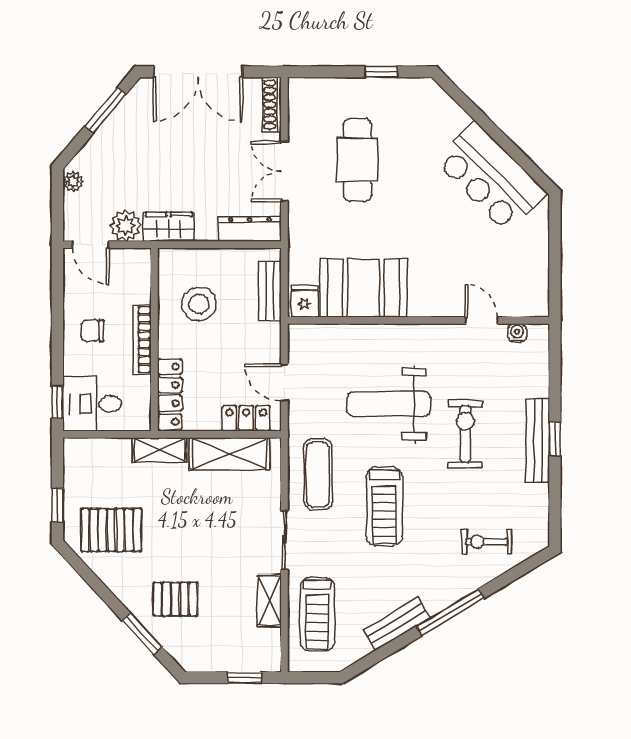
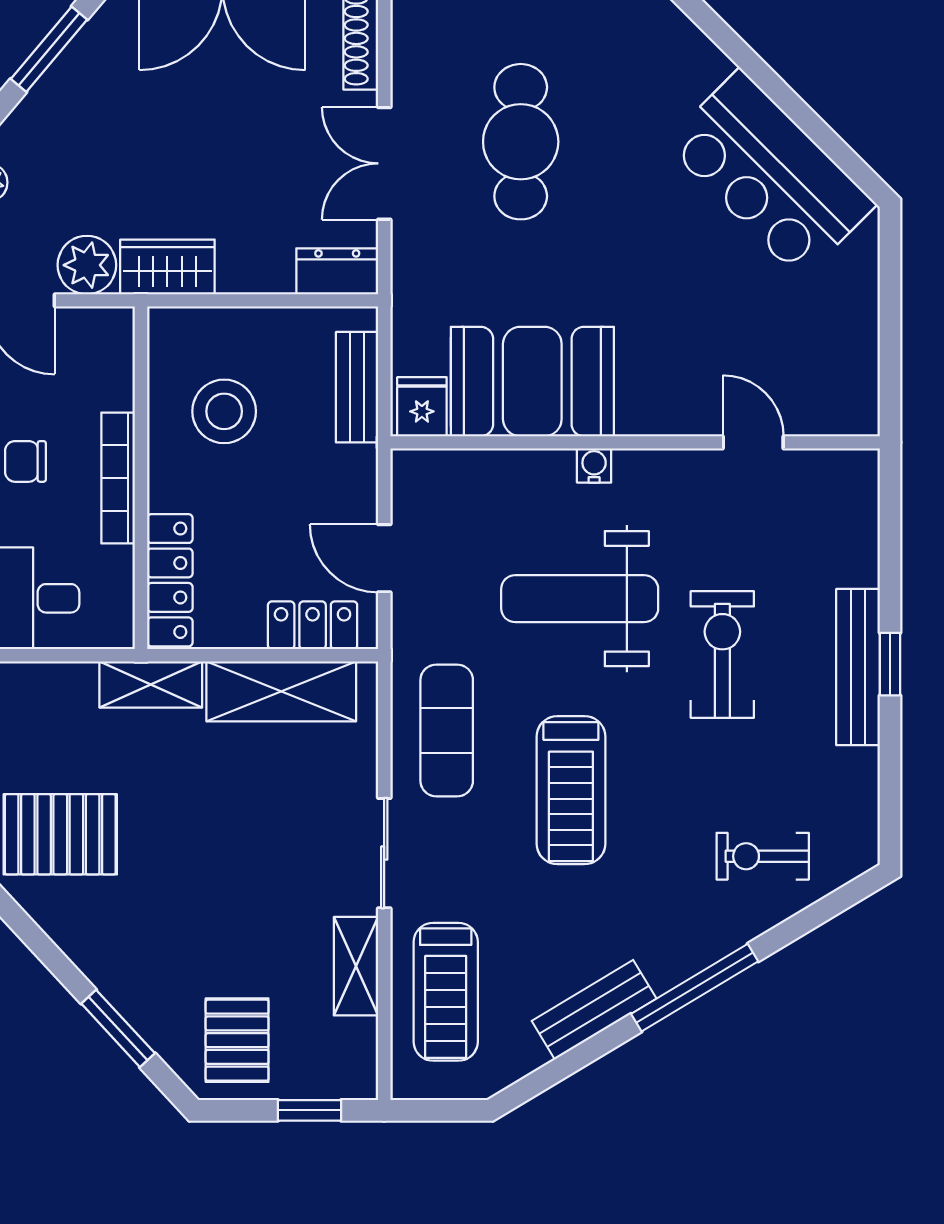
dresser: (250, 229) -> (337, 271), width x0.70
water cooler: (517, 333) -> (594, 466), moved
pallet: (175, 599) -> (237, 1040), moved, turned 90

